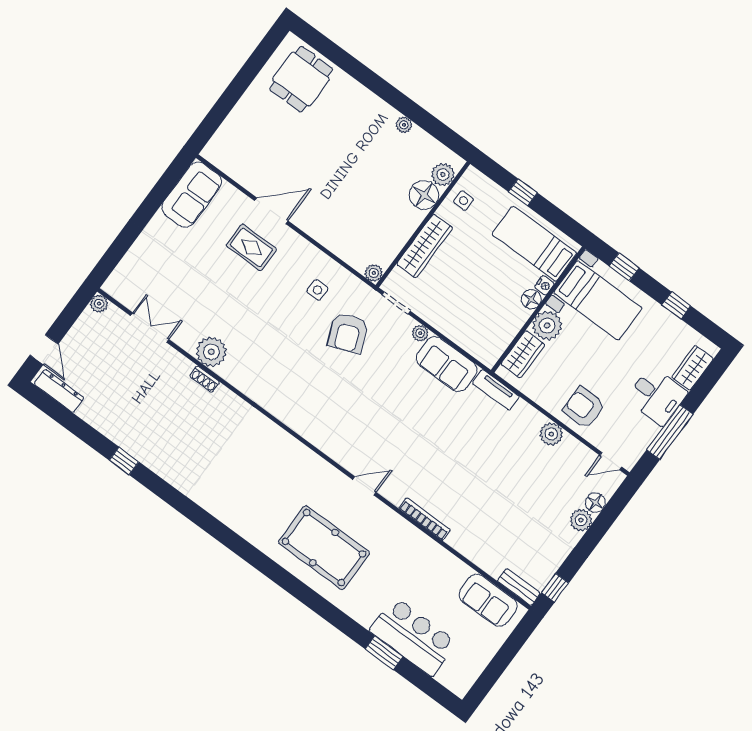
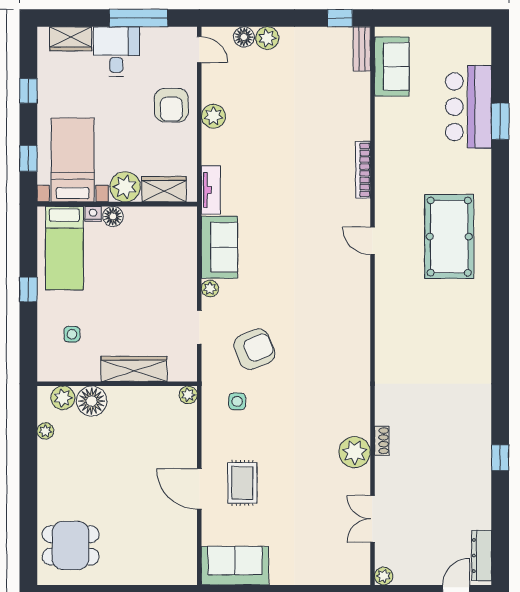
plant: (443, 174) -> (63, 398), moved
floor lamp: (424, 195) -> (92, 401), moved
wall: (423, 224) -> (117, 384), moved
wardrobe: (425, 246) -> (134, 369), moved
plant: (374, 273) -> (188, 395), moved

